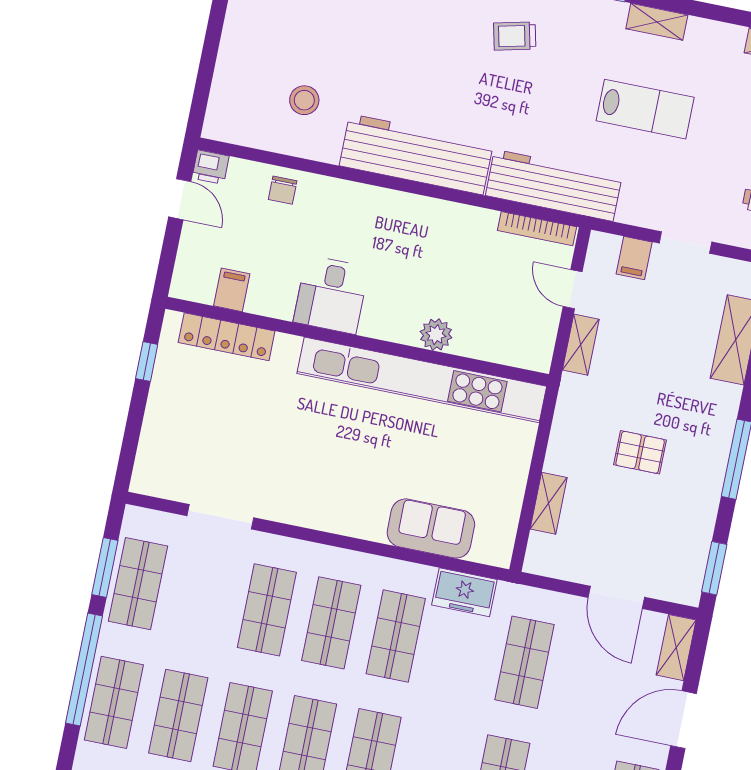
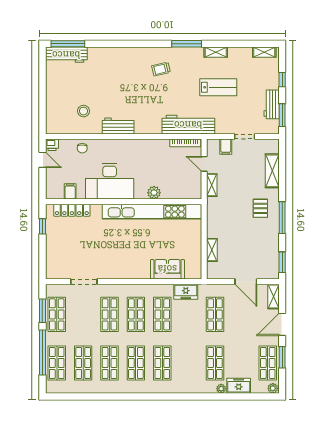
workbench: (416, 154) -> (118, 126), width x0.53, depth x0.76
desk: (331, 295) -> (110, 181), width x1.87, depth x1.30
pallet: (640, 452) -> (260, 208), moved, turned 90

